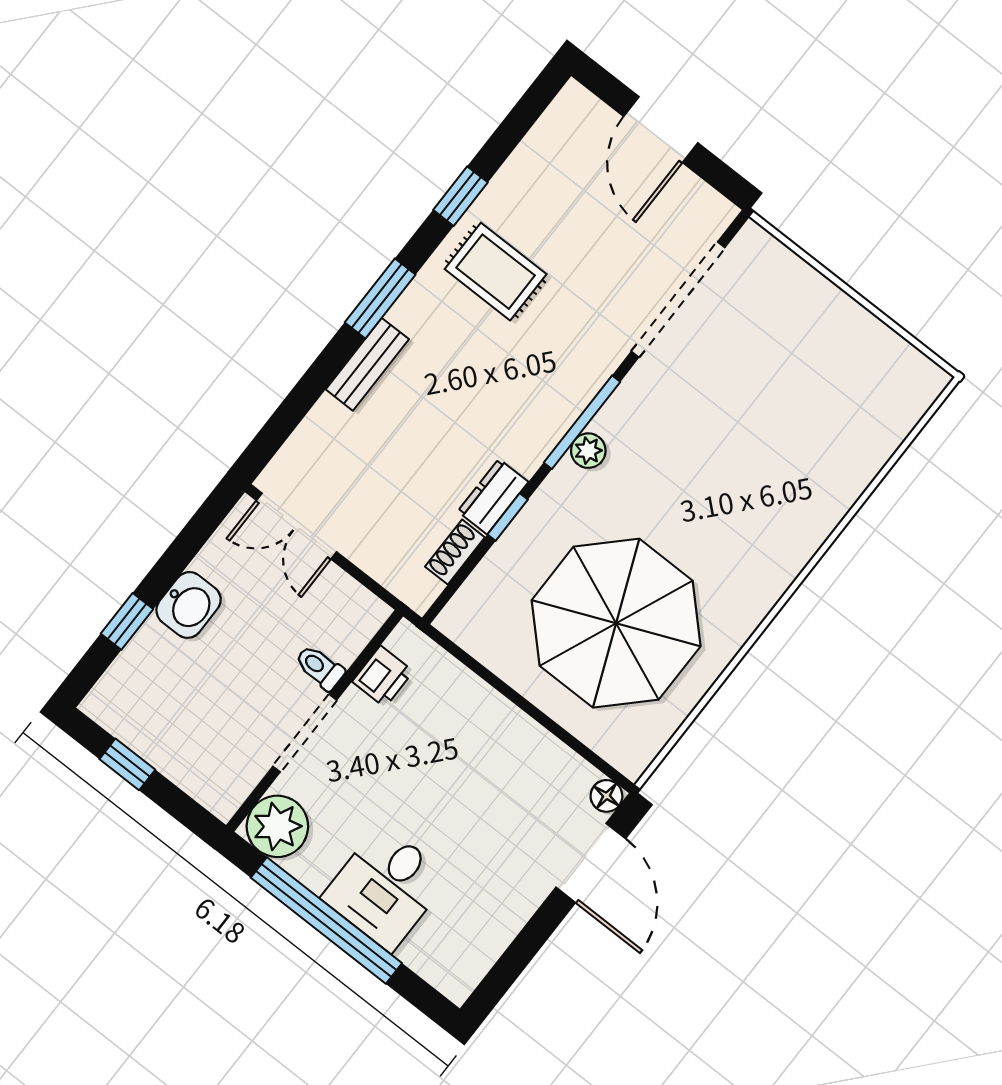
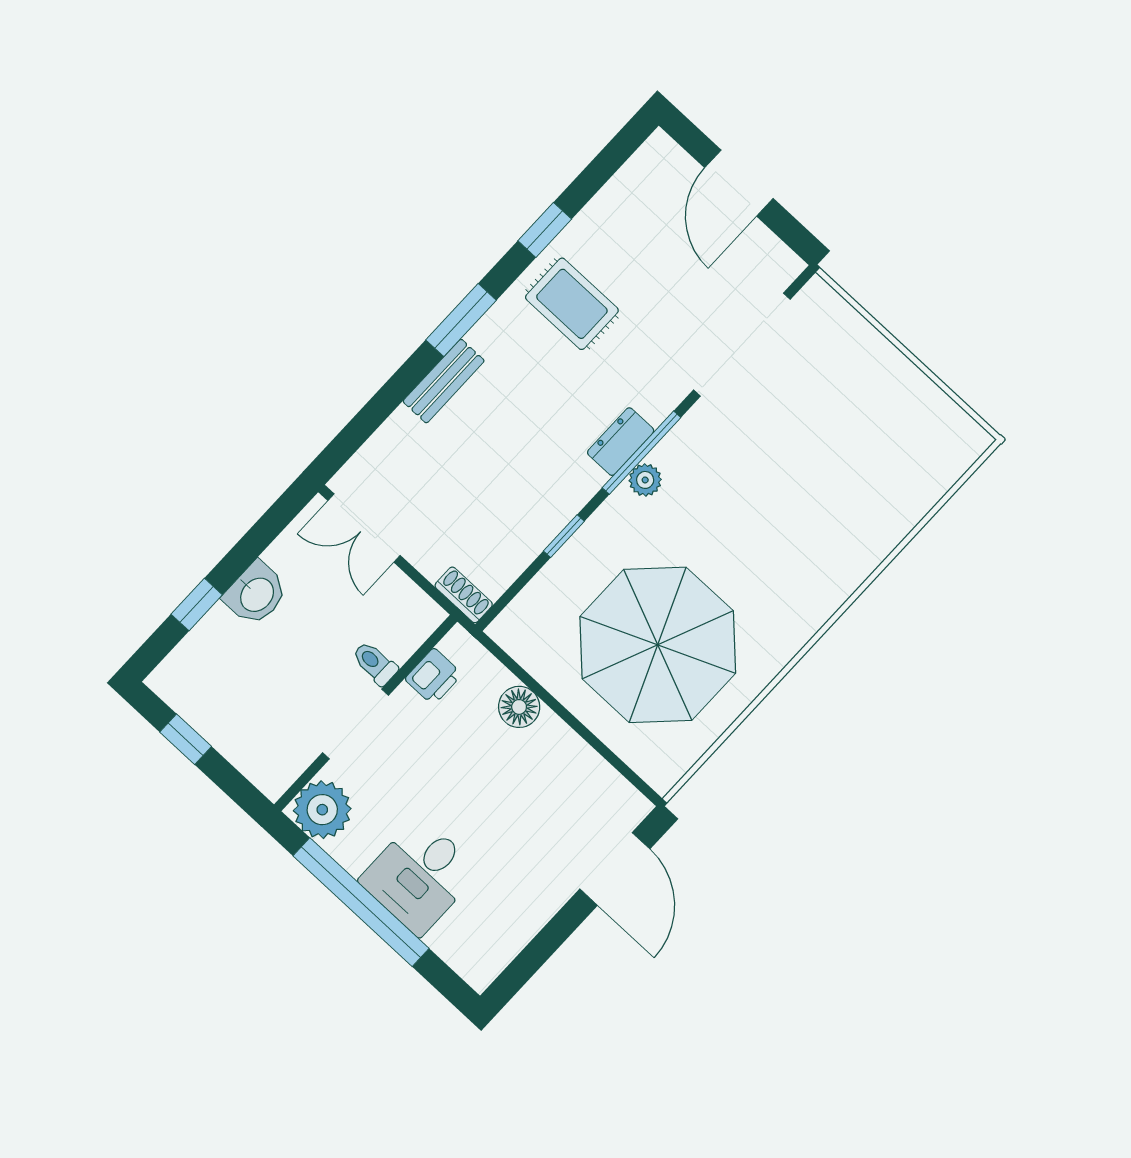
dresser: (493, 497) -> (621, 442), moved
shoe rack: (455, 552) -> (464, 595), moved, turned 90
floor lamp: (606, 796) -> (519, 707), moved, width x1.37, depth x1.37

